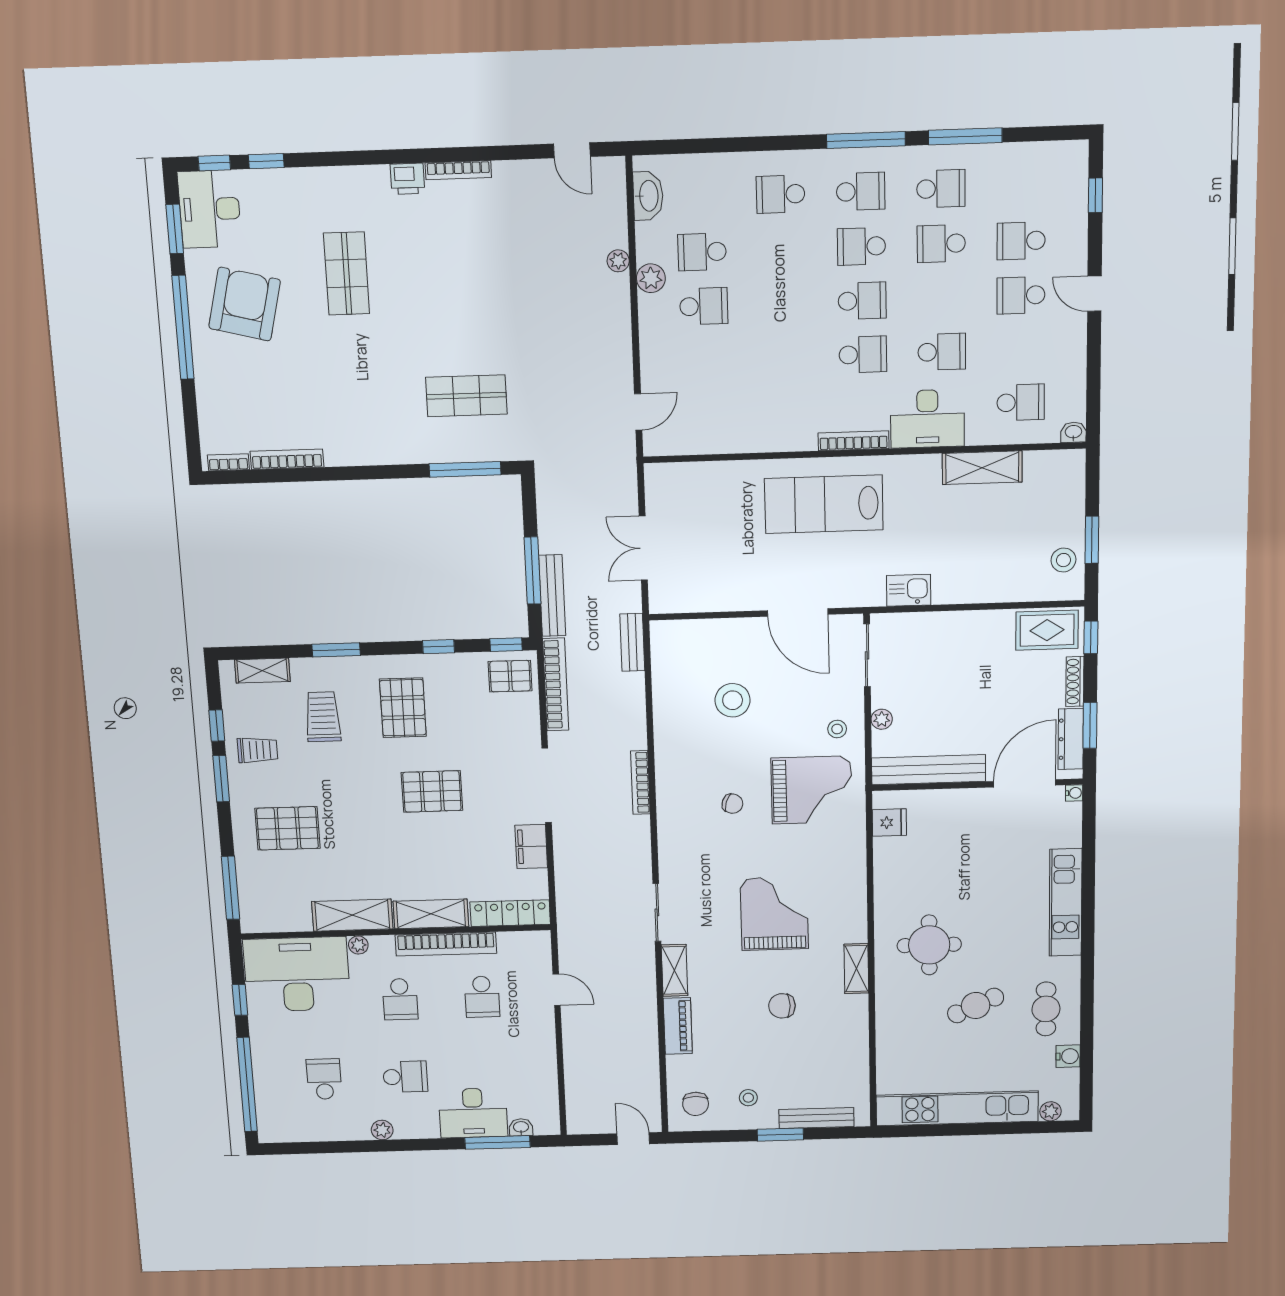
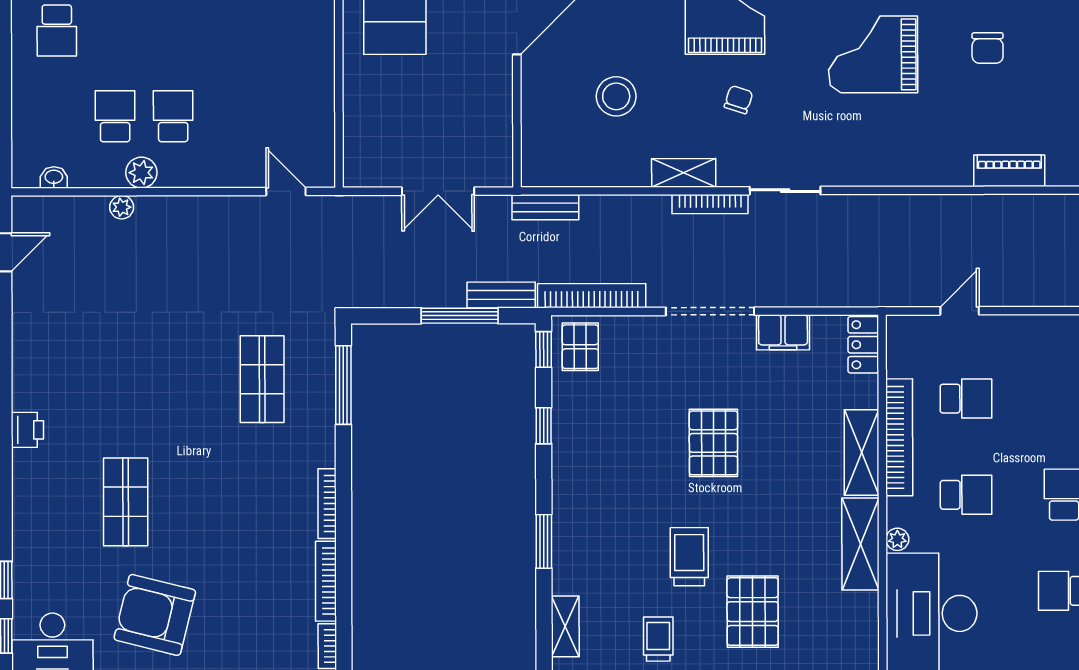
bookcase: (458, 170) -> (327, 504), moved, turned 180
washbasin: (648, 196) -> (54, 177), width x0.52, depth x0.69
school desk: (702, 252) -> (115, 116), turned 180
shop shelf: (347, 273) -> (126, 502), turned 90
bench: (552, 596) -> (501, 295), width x0.73
pallet: (403, 708) -> (613, 470), removed
trolley: (323, 717) -> (689, 557), moved, turned 90
sliding door: (657, 912) -> (785, 191), moved
locker: (510, 913) -> (863, 345), width x0.66
shelving: (674, 970) -> (684, 173), moved

